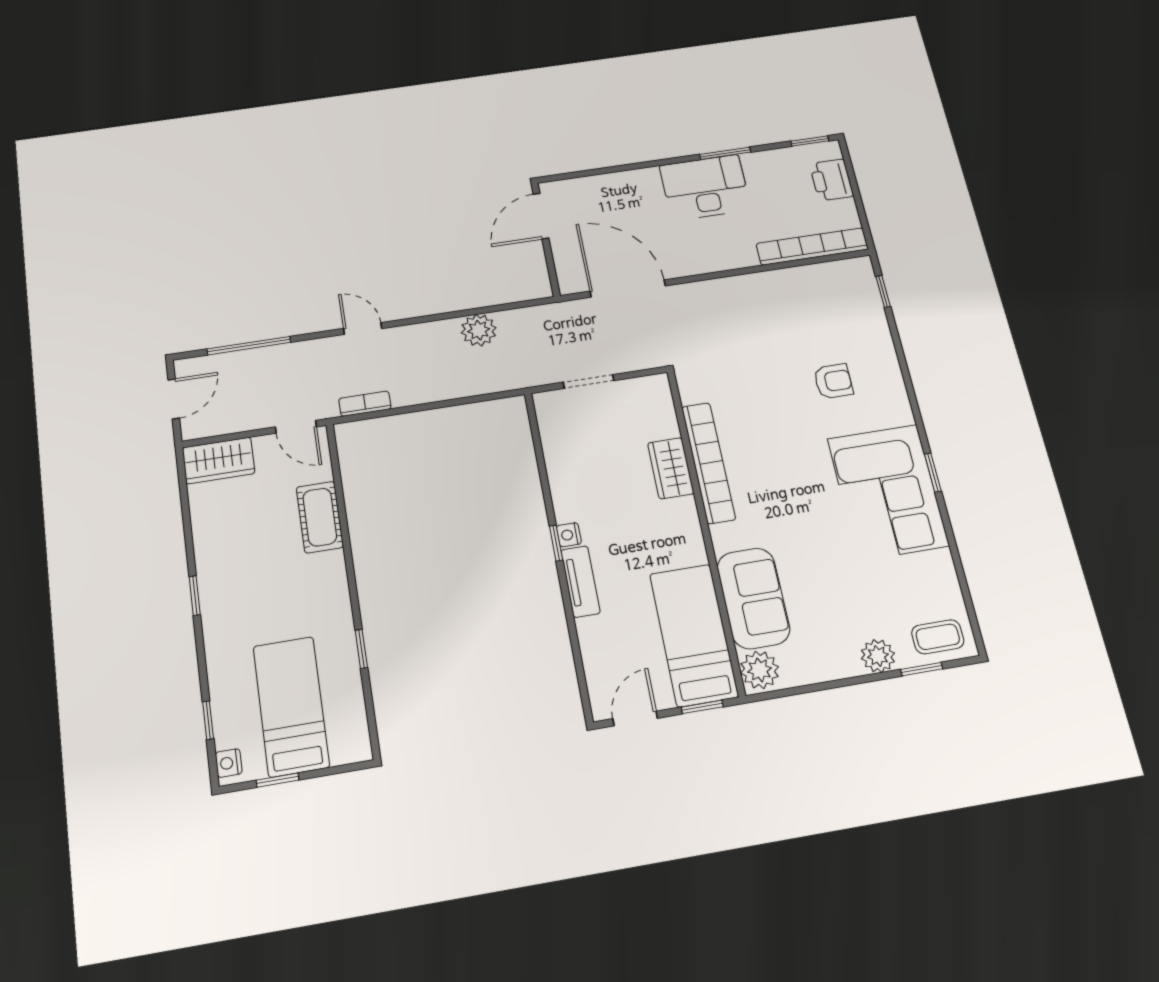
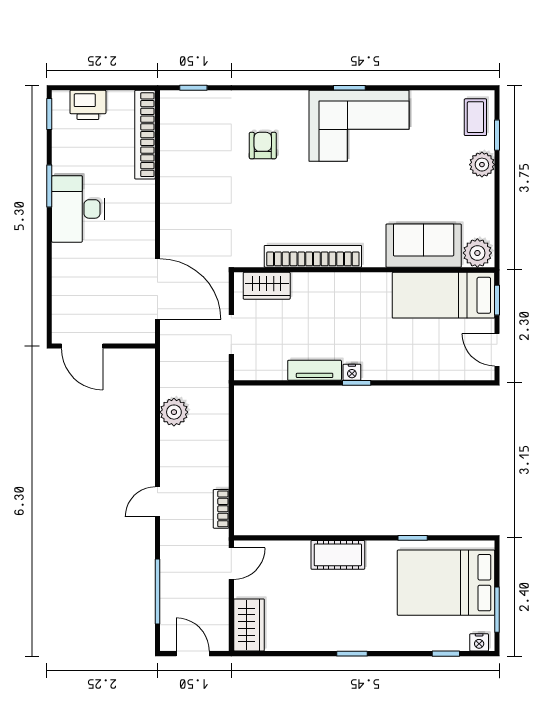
door: (628, 289) -> (158, 289), swing flipped
wardrobe: (671, 468) -> (267, 286), moved
cot: (320, 517) -> (338, 555), moved
tv unit: (580, 581) -> (315, 370), moved
bed: (291, 706) -> (446, 583), width x1.50
window: (277, 780) -> (497, 610), width x1.50

